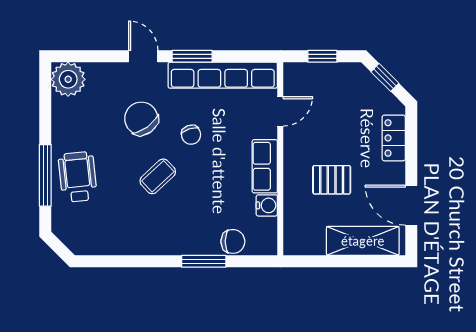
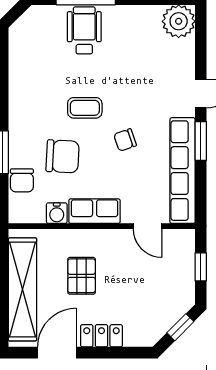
chair: (141, 119) -> (63, 156), moved, turned 39
locker: (394, 138) -> (101, 336), moved
coffee table: (158, 176) -> (85, 108), turned -47
wheelchair: (78, 177) -> (84, 30), turned -84
shelving: (363, 241) -> (22, 289), width x1.47

